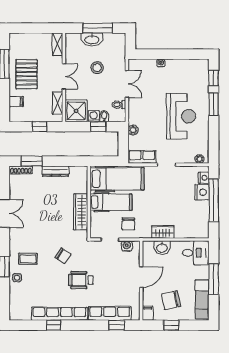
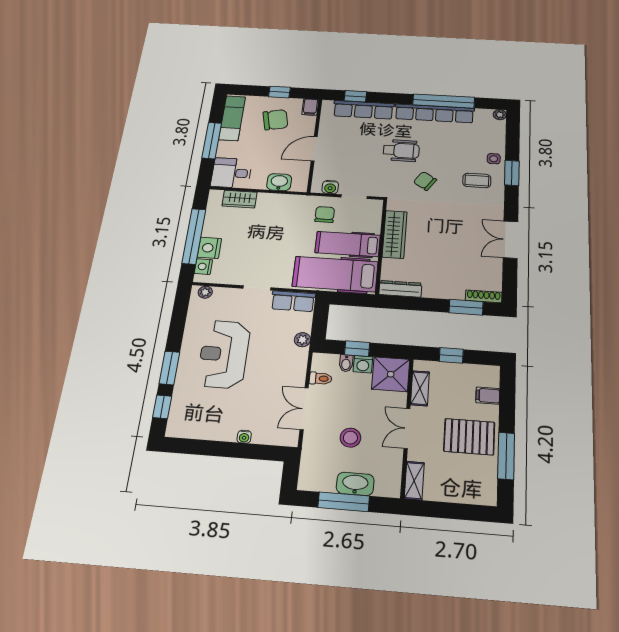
pallet: (27, 74) -> (469, 437), turned 90
dresser: (55, 171) -> (400, 289), moved
wardrobe: (163, 232) -> (240, 199), moved
plant: (14, 316) -> (500, 115), added
window: (54, 325) -> (444, 101), width x3.17

